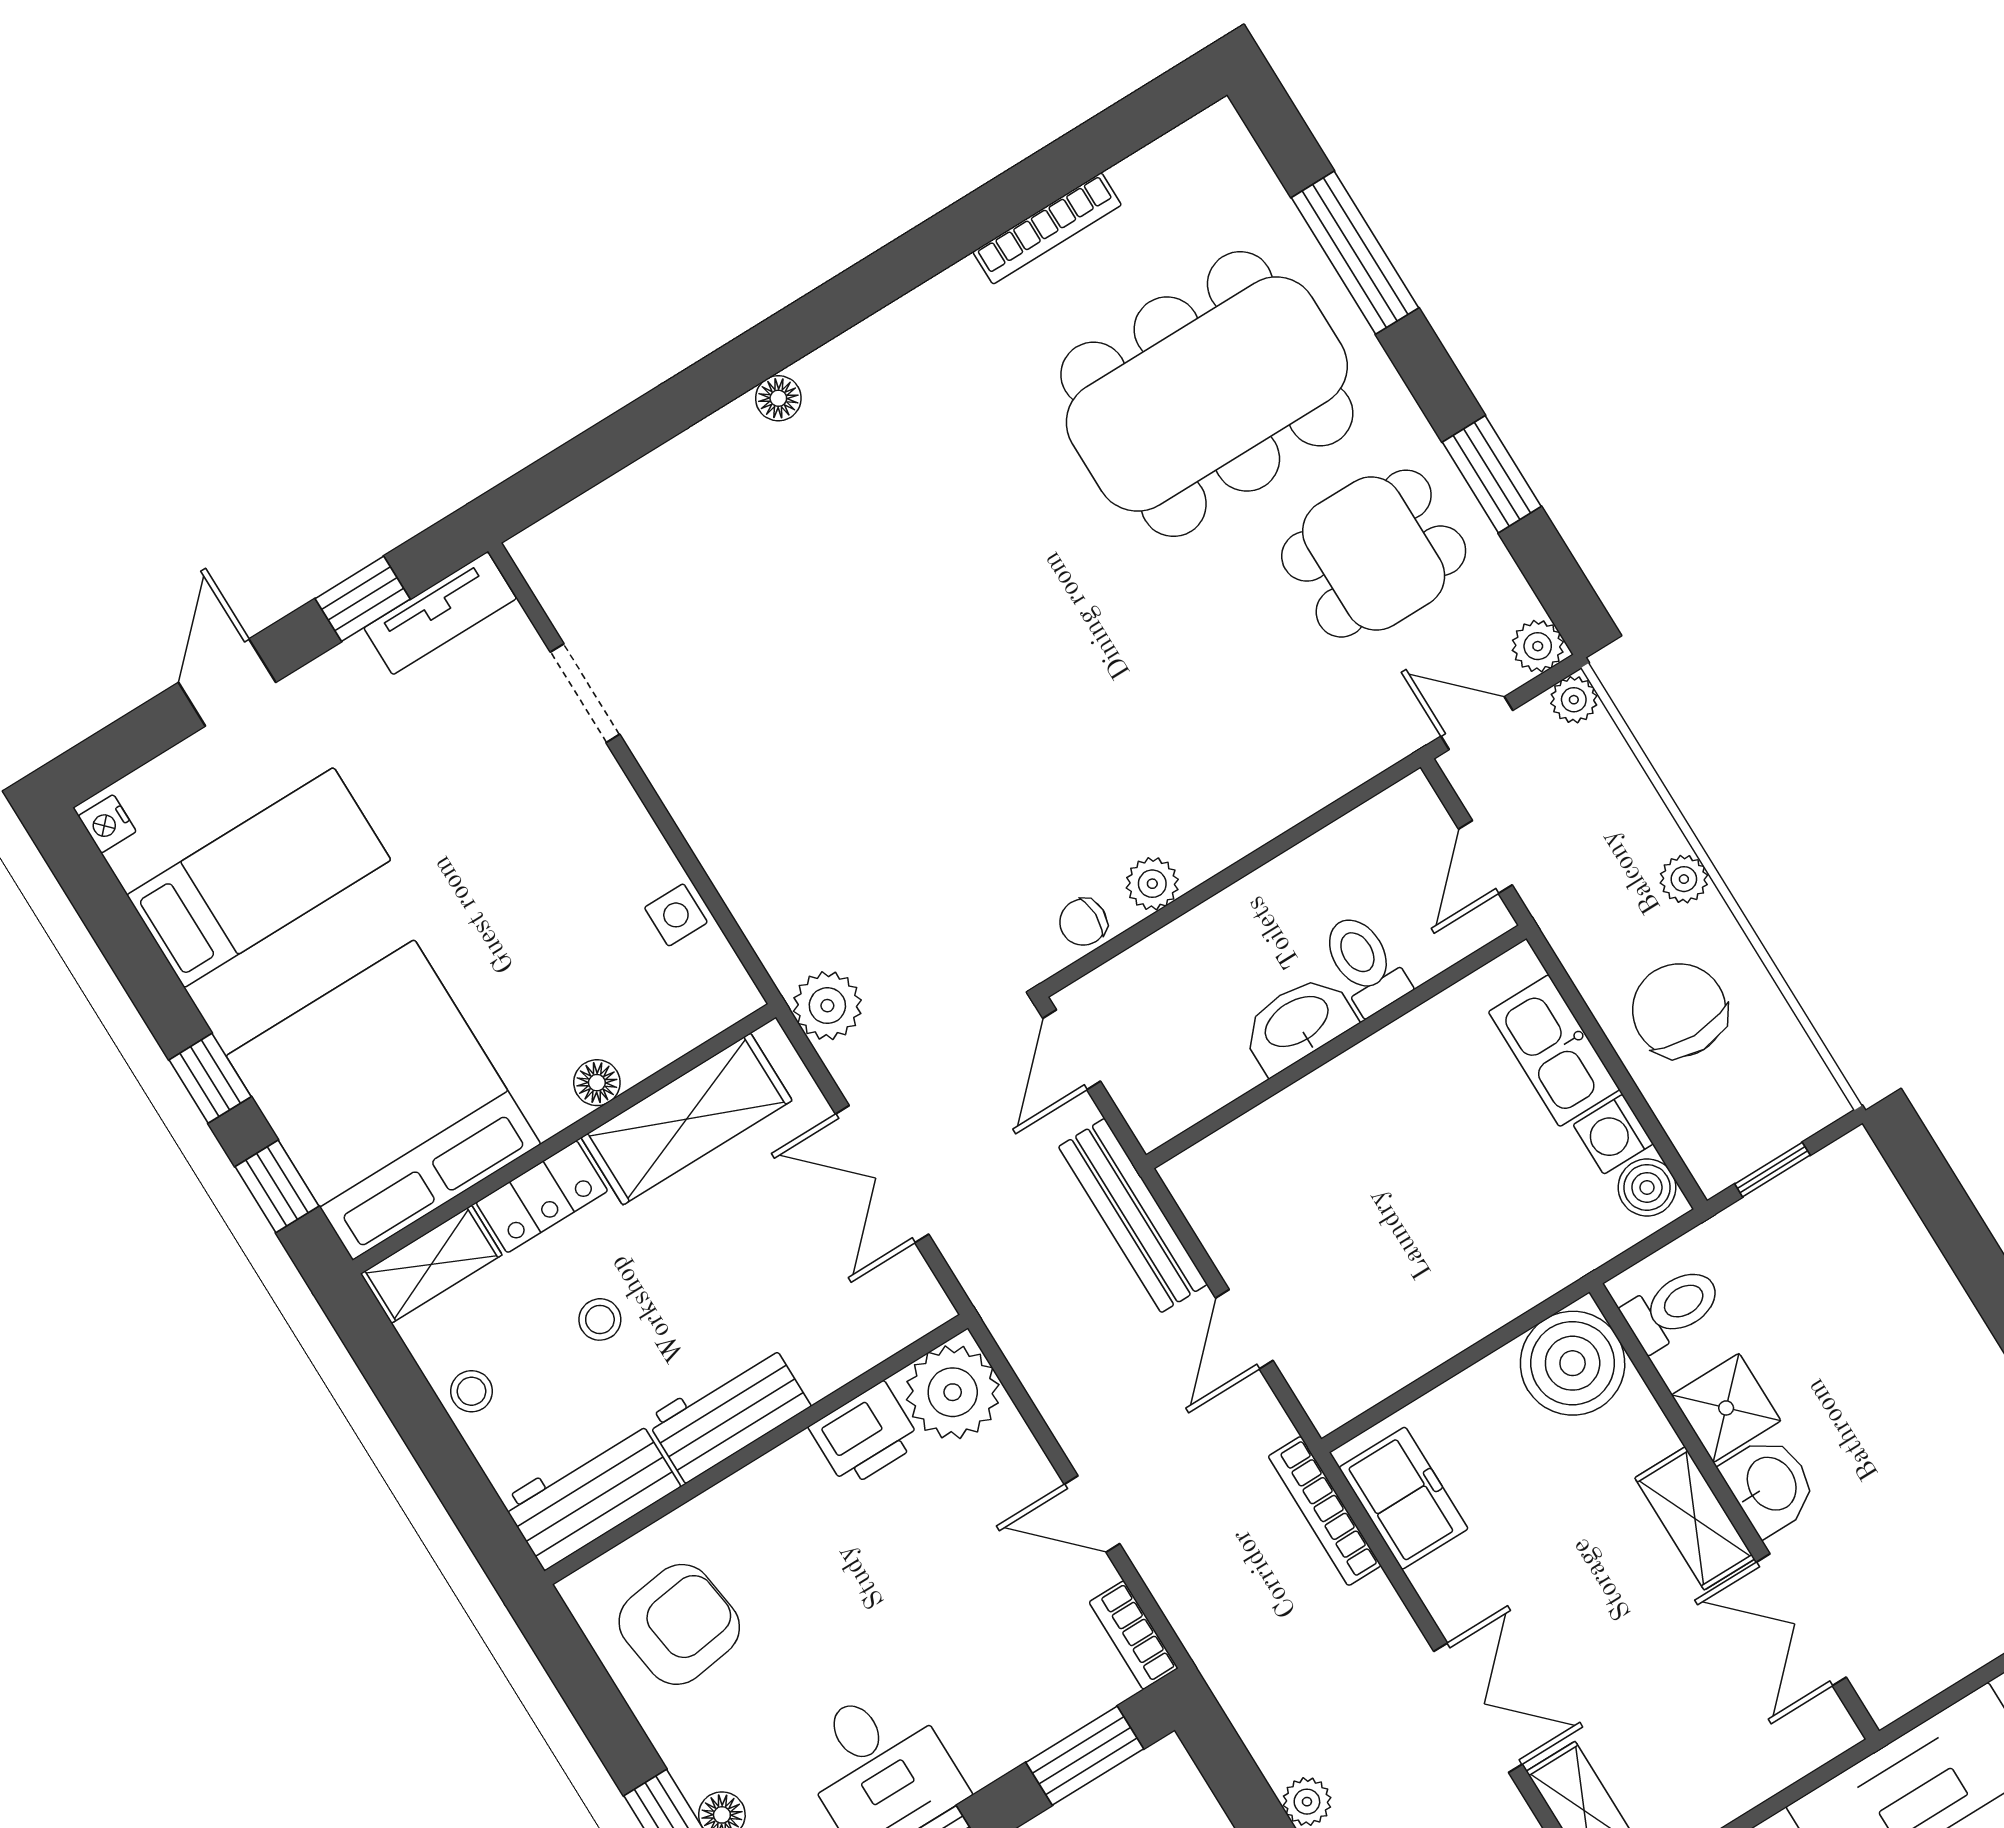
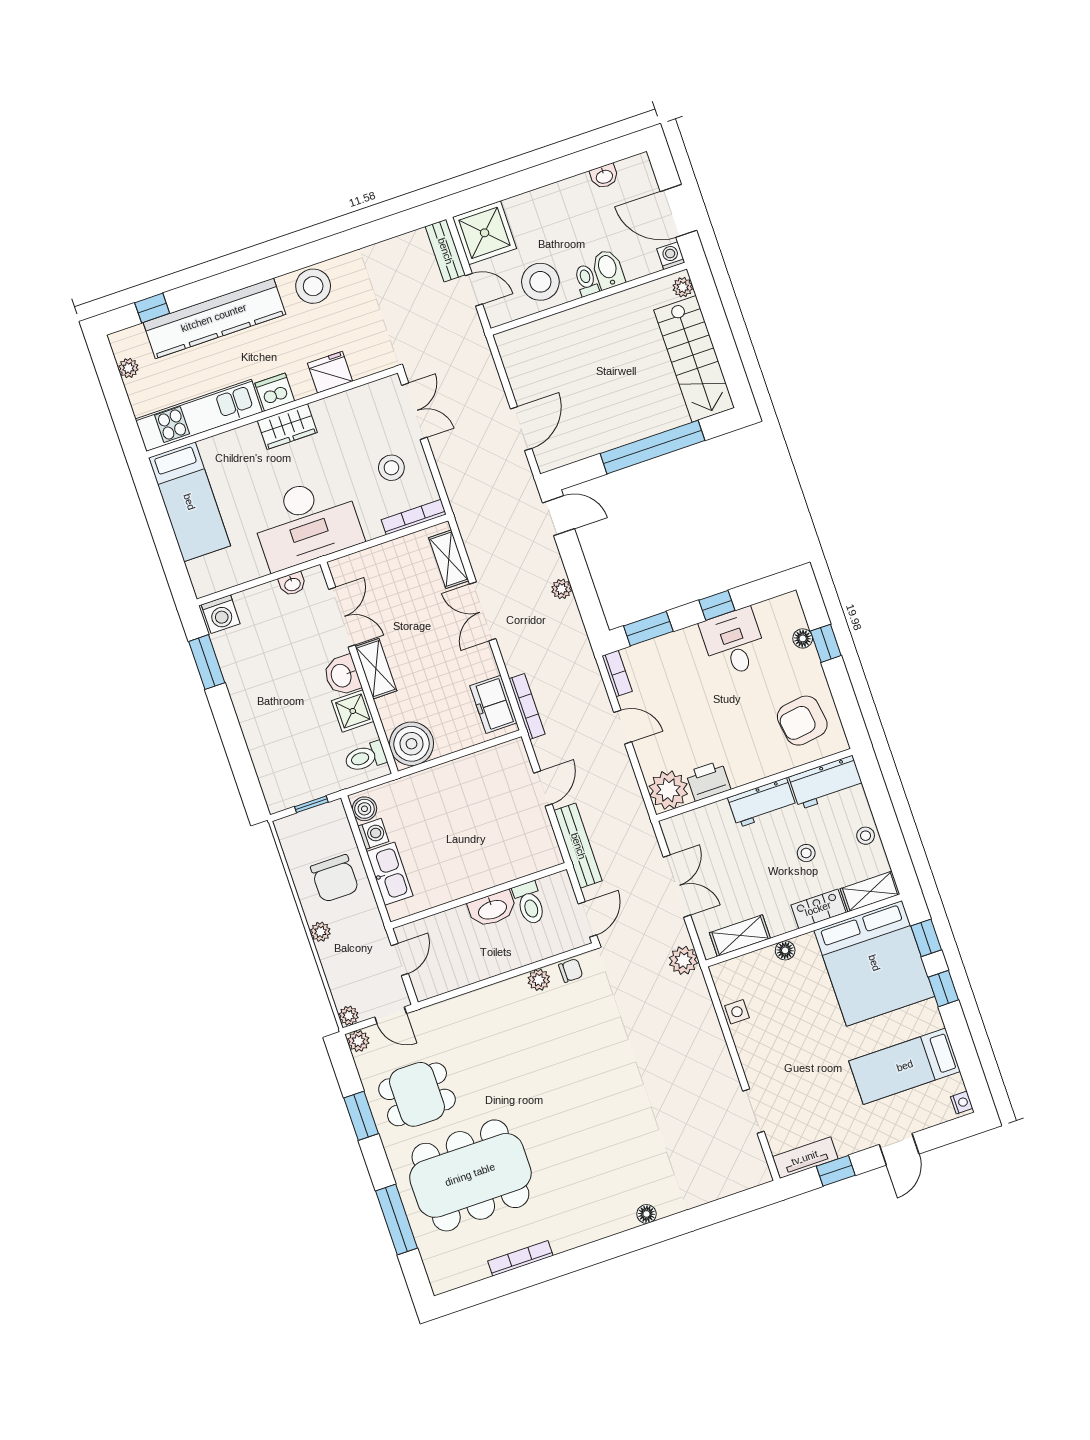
toilet: (1365, 964) -> (529, 903), moved
shelving: (687, 1119) -> (740, 936), width x0.67, depth x0.75
washbasin: (1934, 1670) -> (292, 584), added

